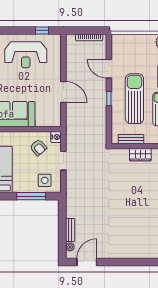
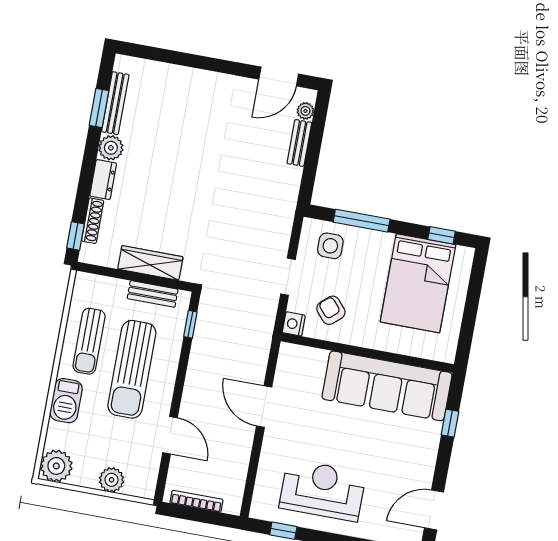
plant: (134, 40) -> (112, 480), added
window: (109, 99) -> (190, 324), moved
wardrobe: (140, 155) -> (150, 263), width x1.50

